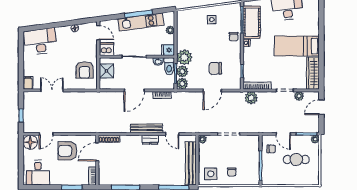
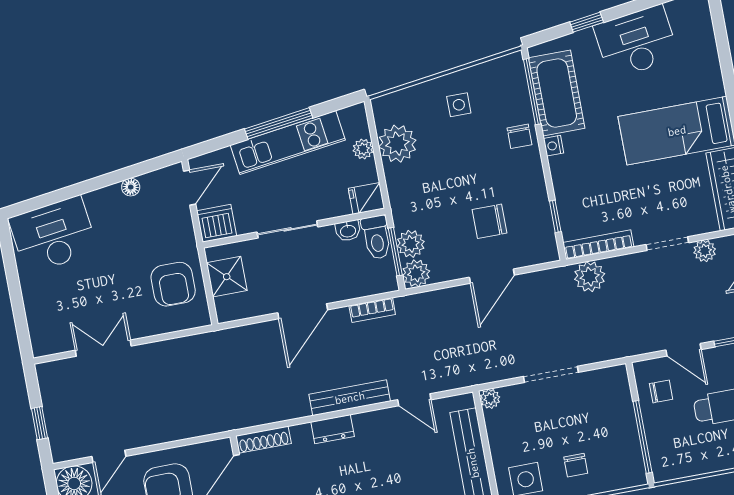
door: (98, 33) -> (190, 188), hinge flipped
plant: (184, 57) -> (397, 144), moved
filing cabinet: (28, 83) -> (42, 341), removed
dresser: (150, 140) -> (333, 429), moved

